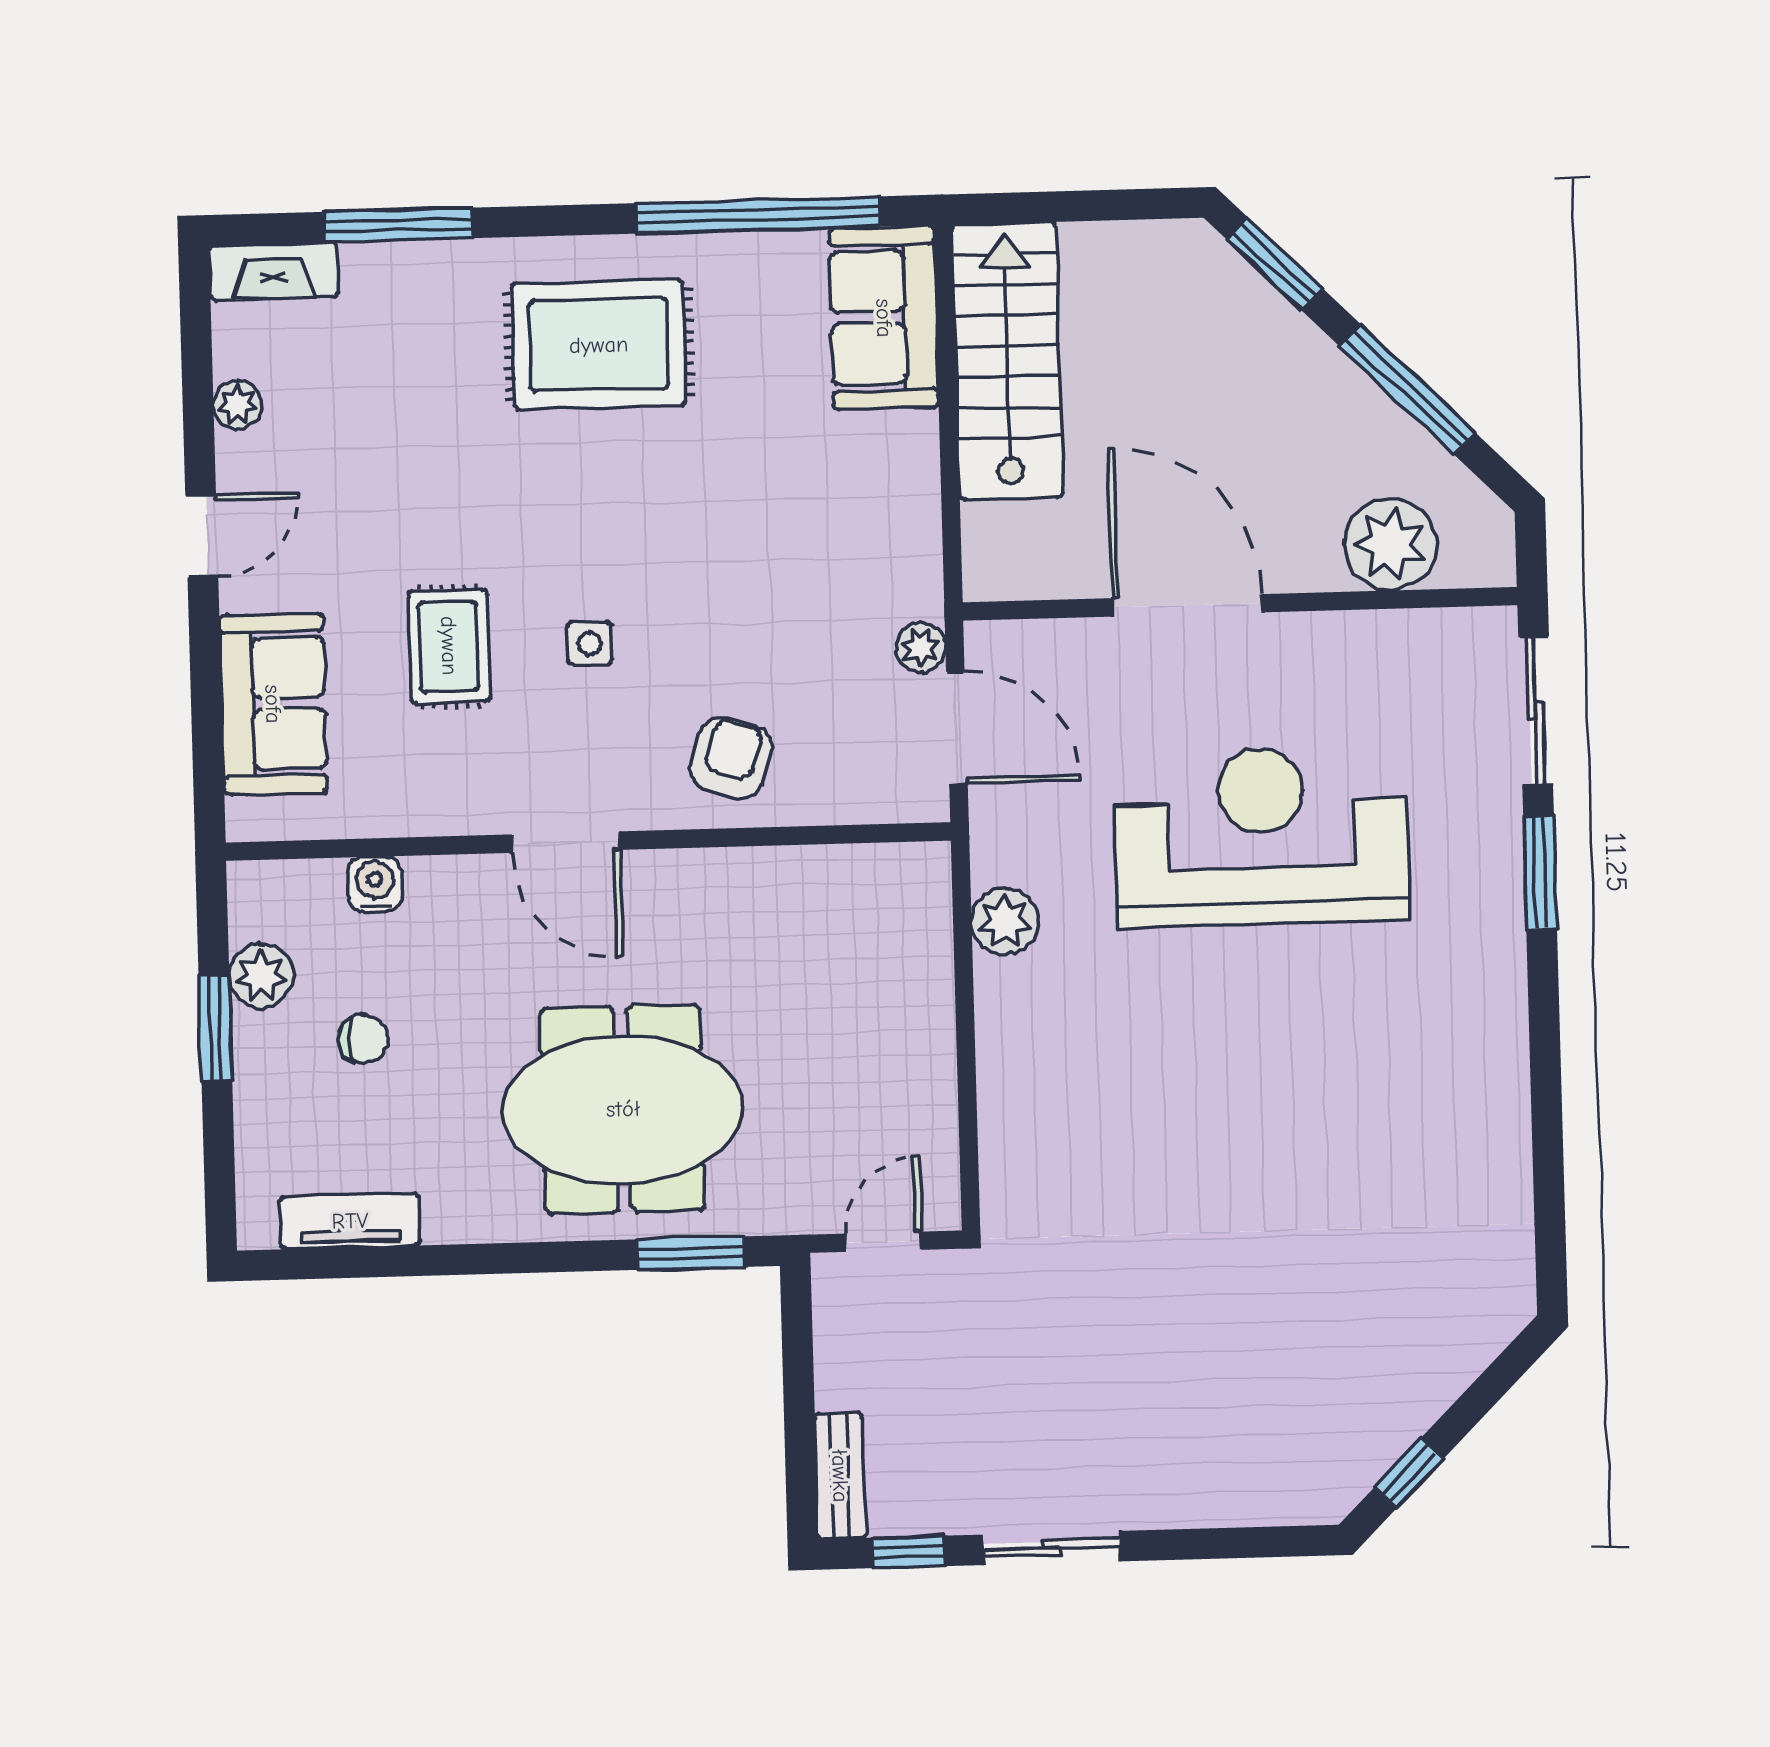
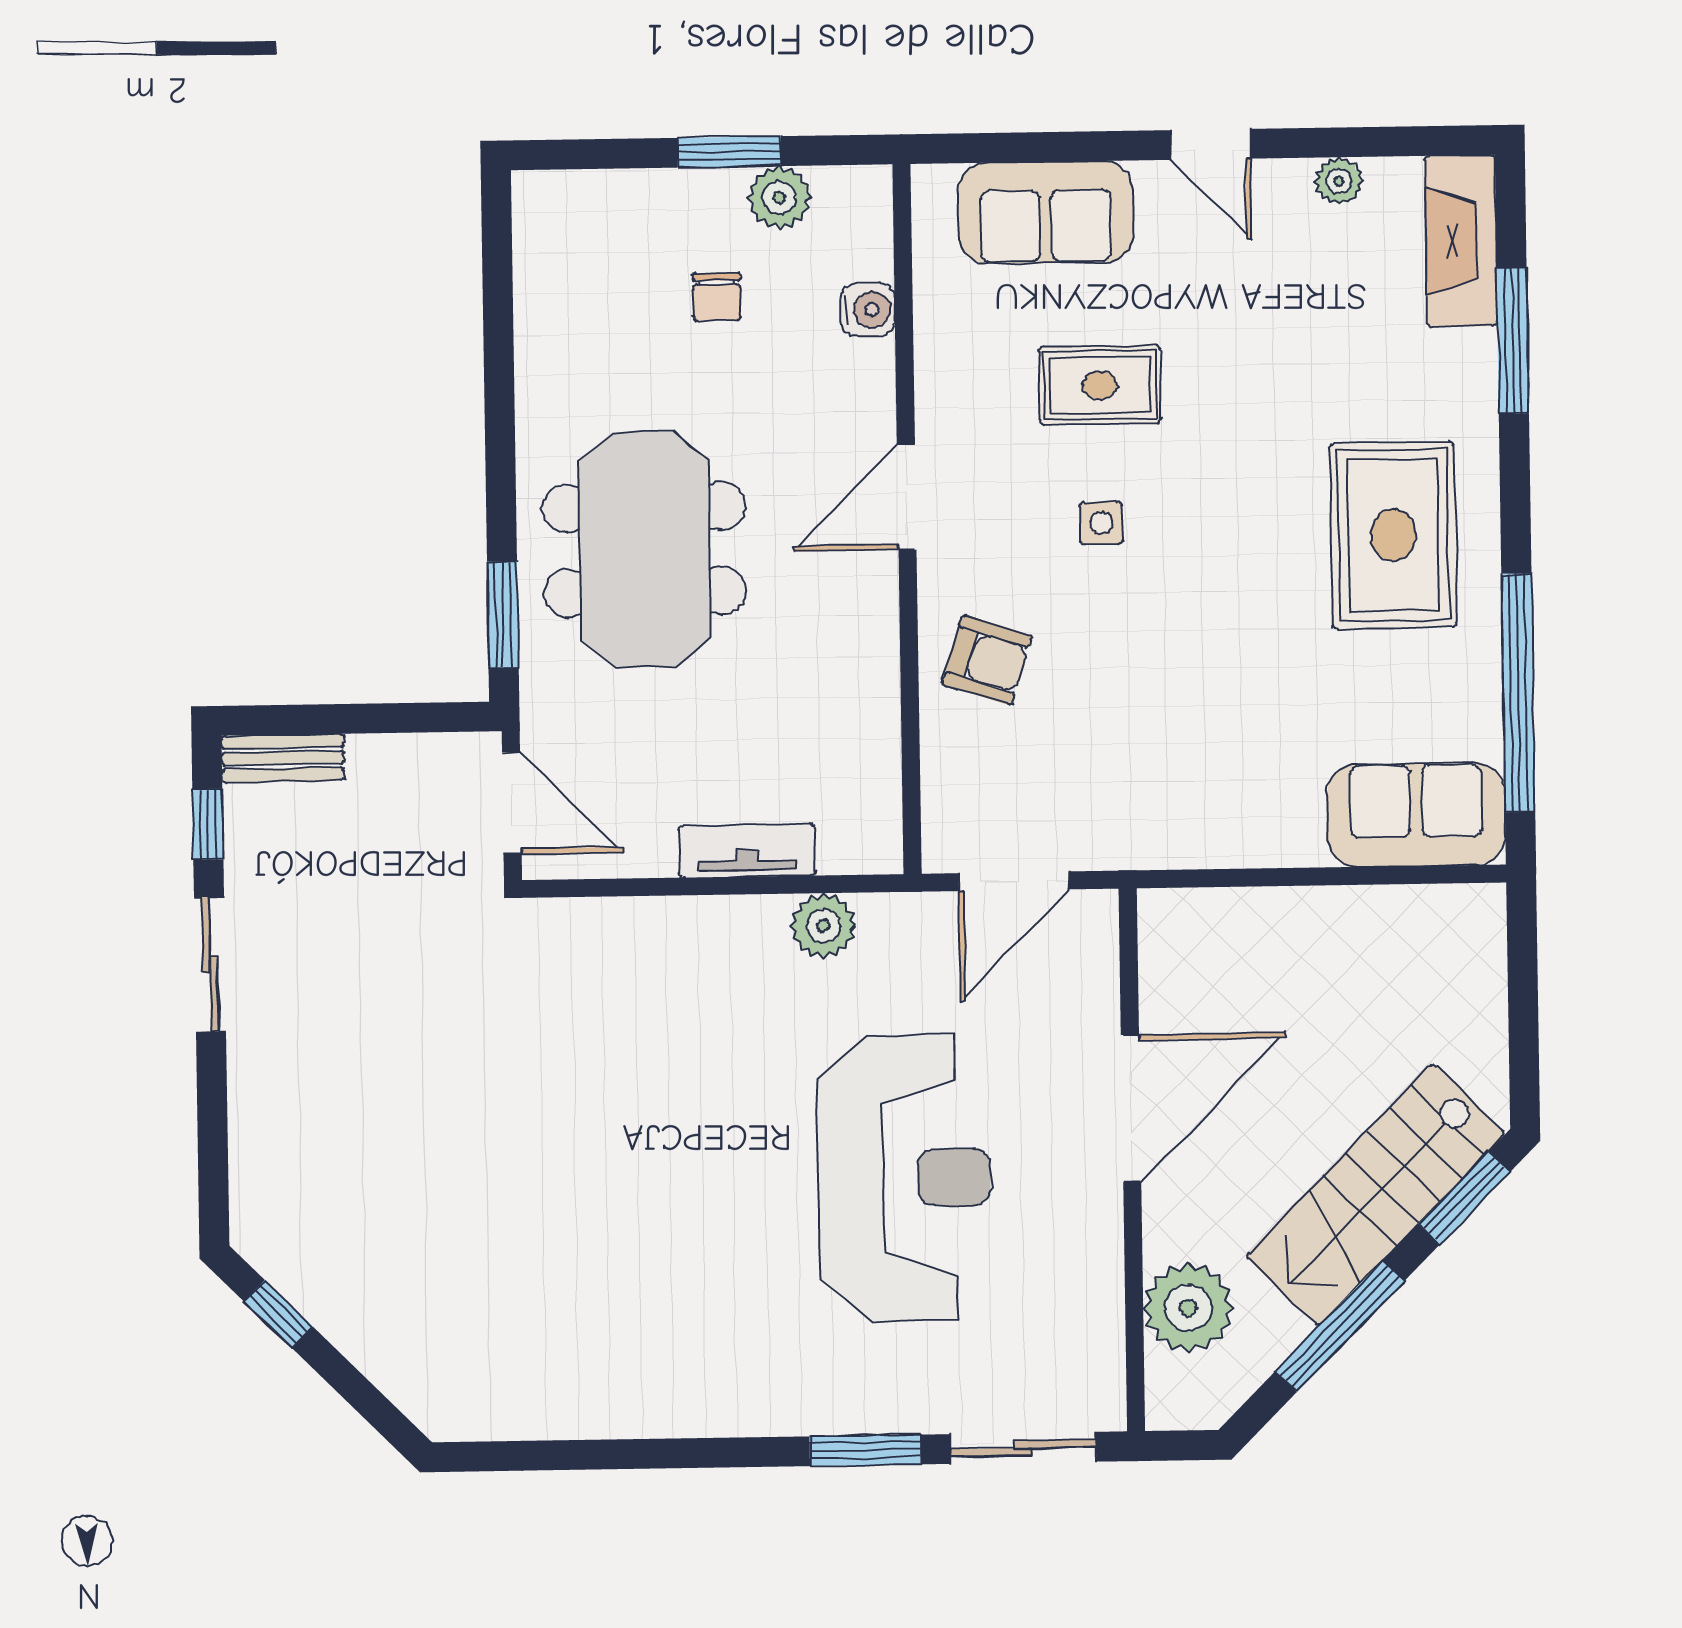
fireplace: (273, 271) -> (1461, 241), width x1.37, depth x1.32
stairs: (1008, 361) -> (1376, 1195), moved, turned 135
plant: (921, 647) -> (1093, 847), removed
tv unit: (350, 1221) -> (747, 851), moved, turned -90
door: (883, 1242) -> (512, 803), width x1.38

